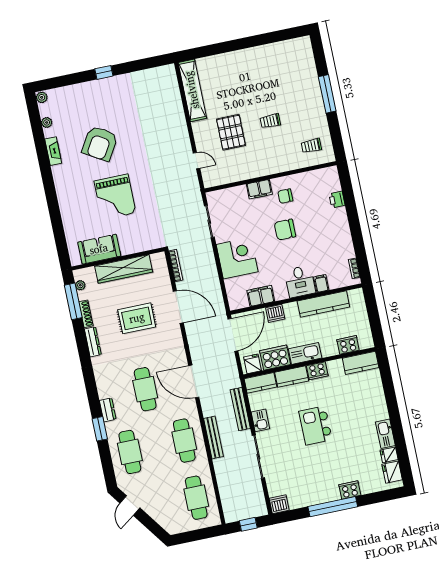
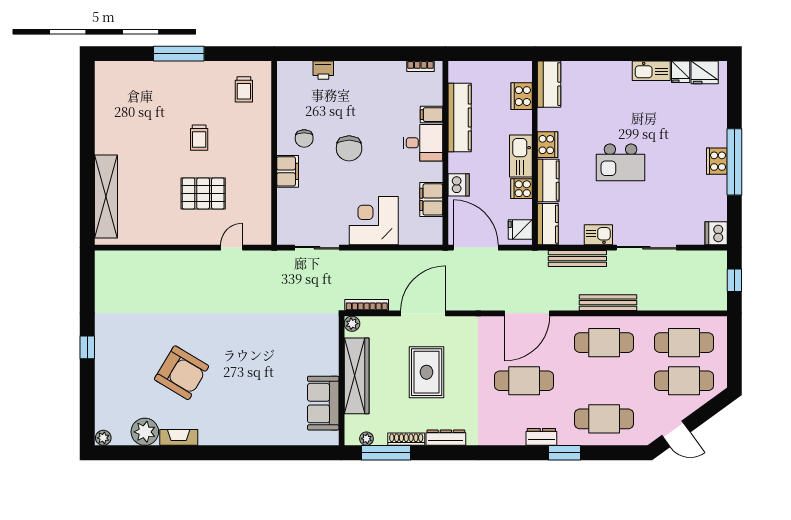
shelving: (192, 90) -> (106, 197), moved, turned 90
plant: (47, 122) -> (145, 432), width x1.87, depth x1.87
grand piano: (115, 197) -> (257, 367), removed
plant: (160, 258) -> (352, 324), added
cooker: (275, 358) -> (521, 189), width x0.53, depth x0.76
cooker: (350, 490) -> (717, 161), moved
cafe table: (169, 503) -> (684, 381), added

